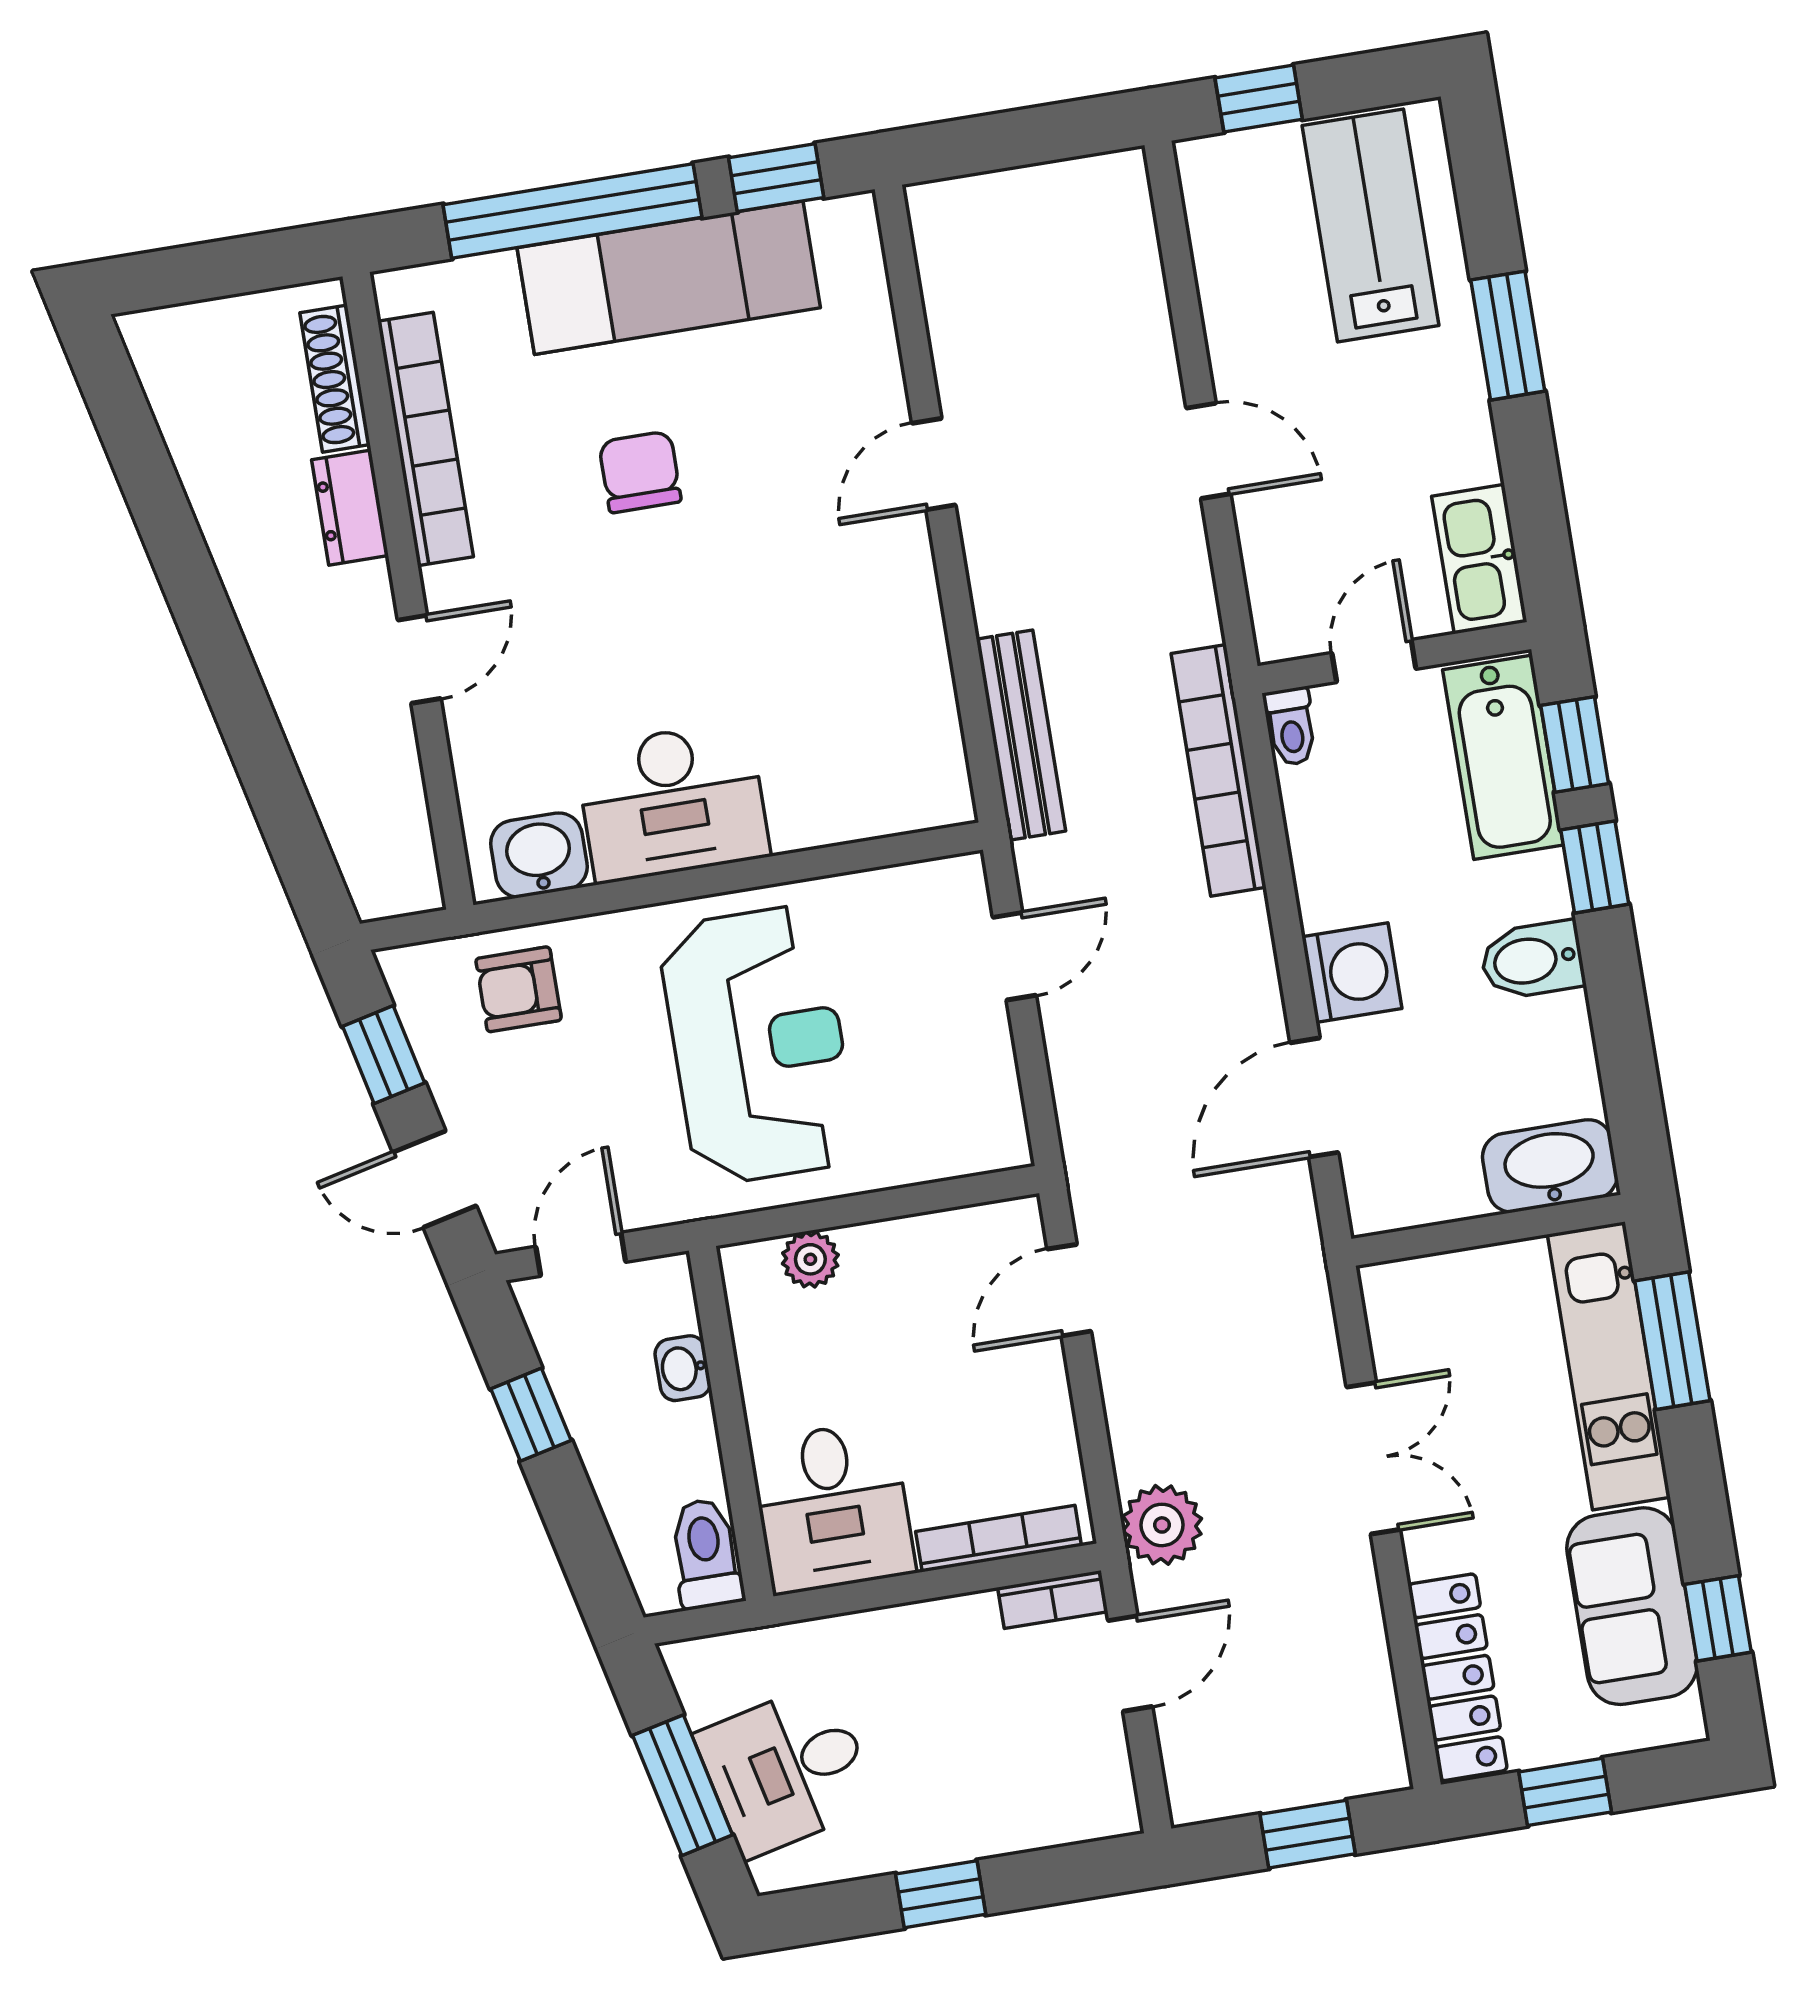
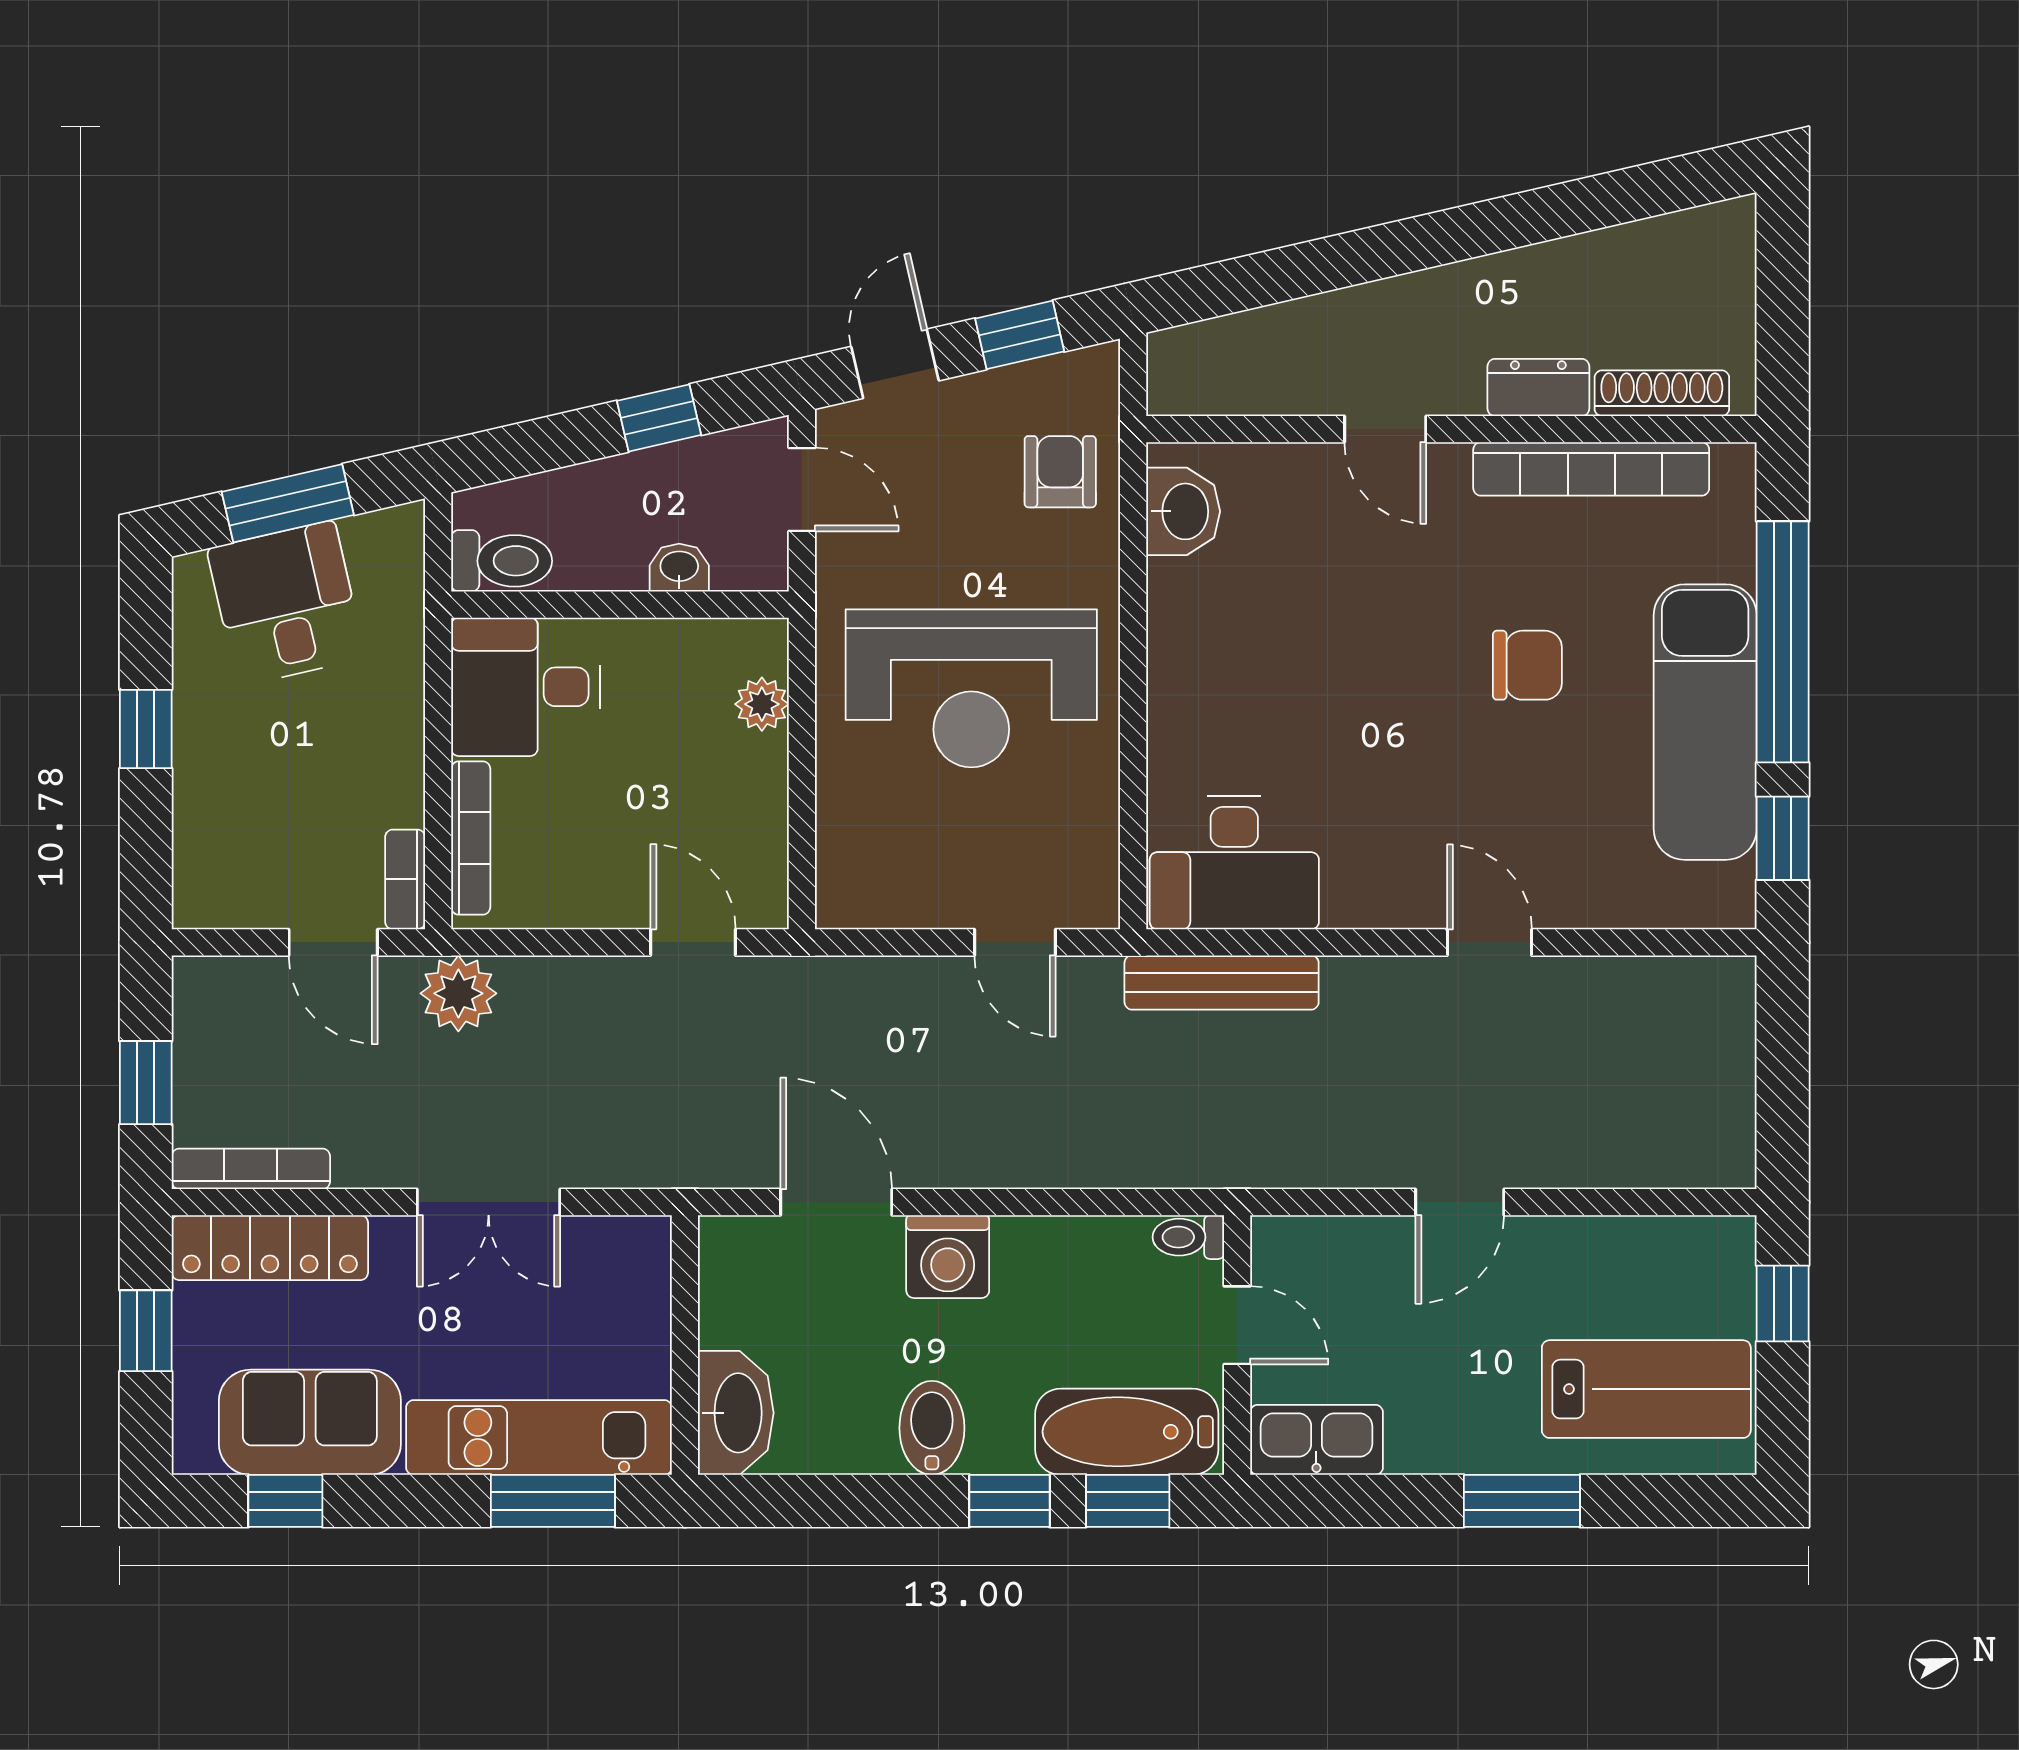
bookcase: (1219, 770) -> (251, 1169), moved, width x0.68, depth x0.76
desk: (672, 802) -> (1234, 863), moved, turned -90

